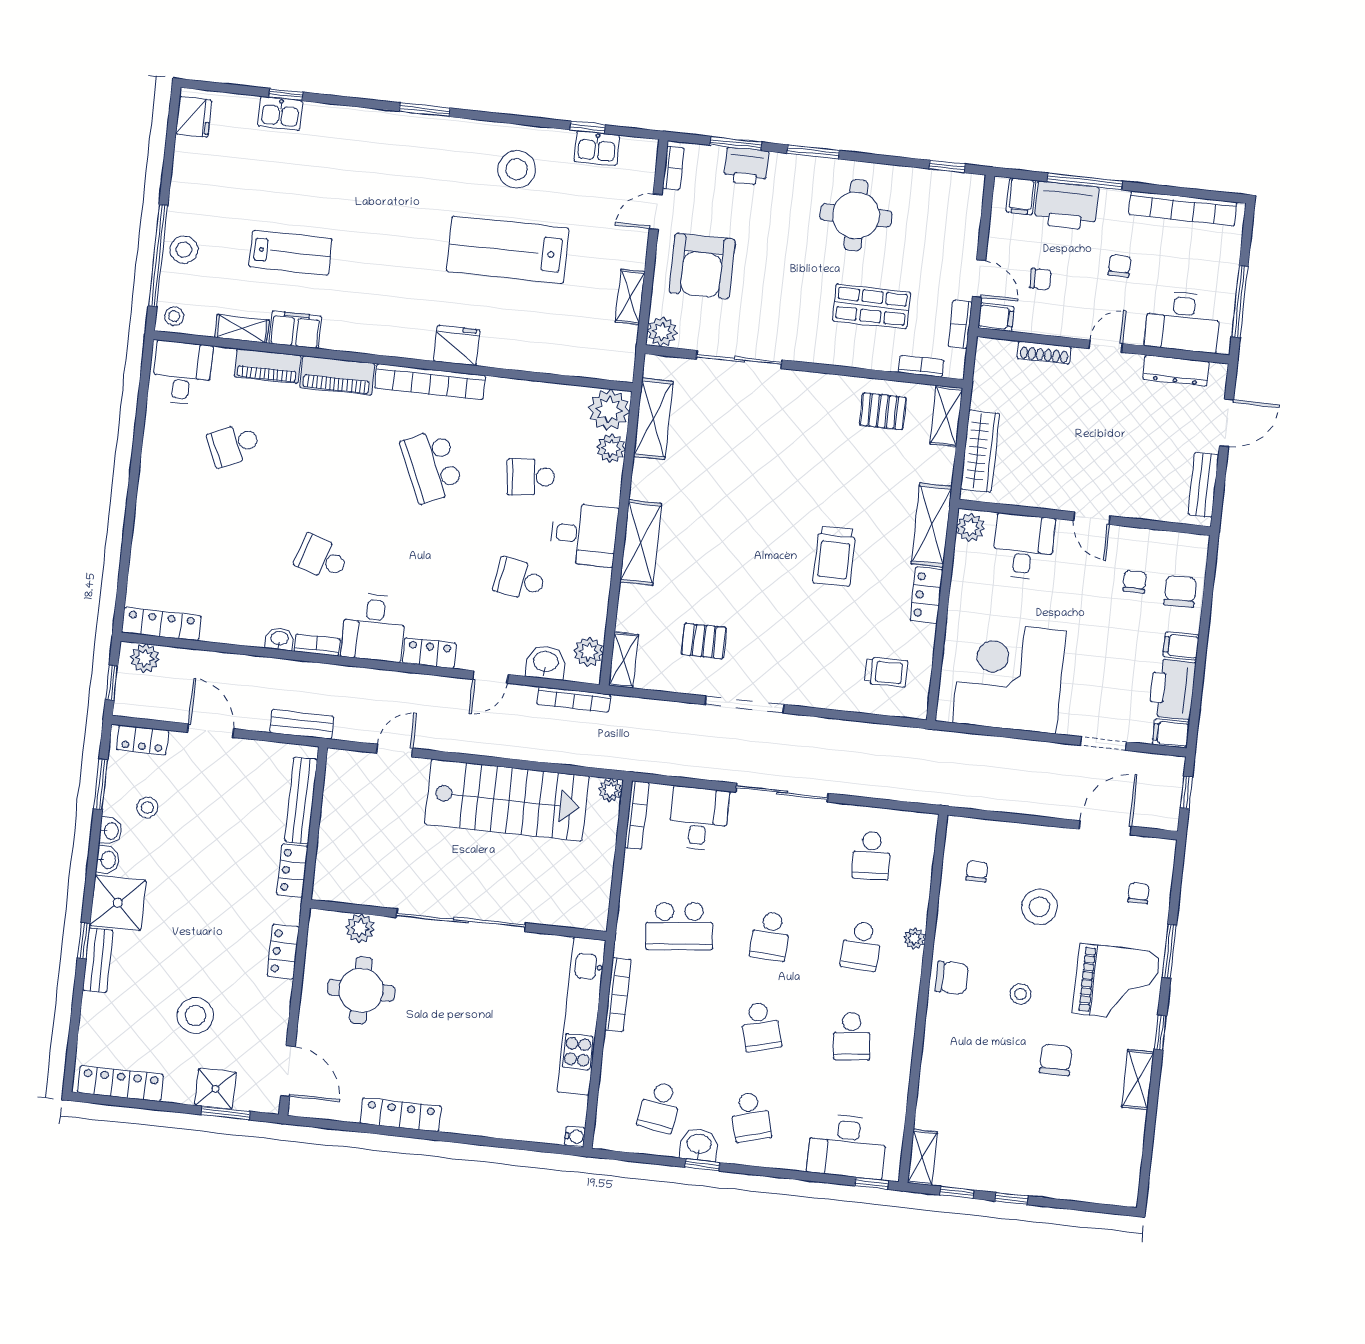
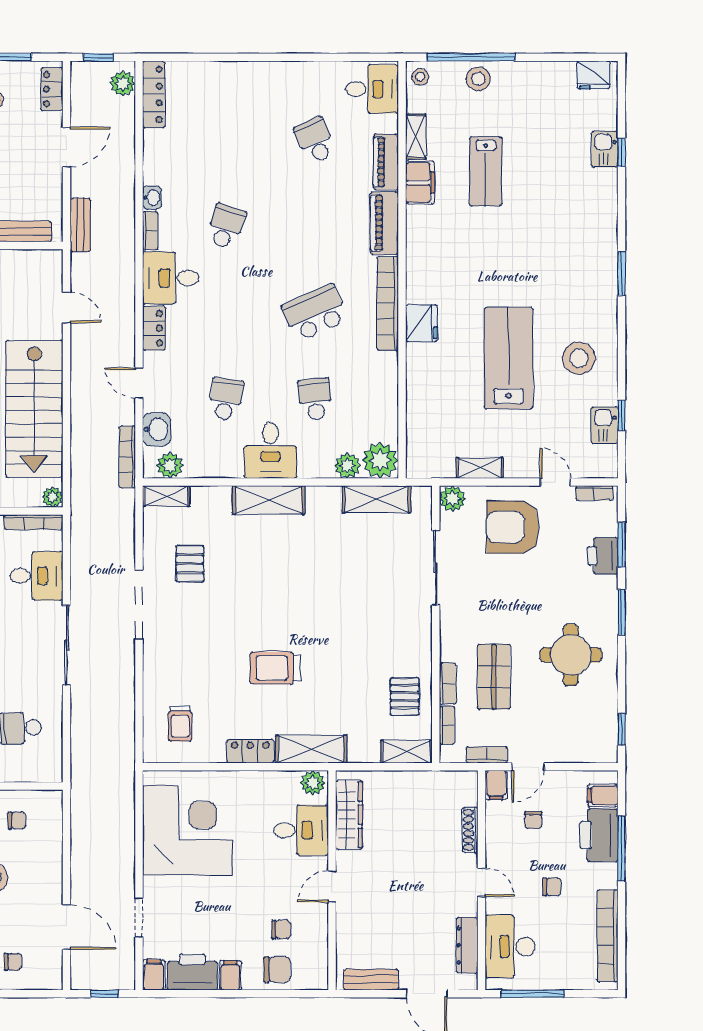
bookcase: (873, 360) -> (448, 684), added
wardrobe: (980, 451) -> (349, 815), moved, turned -90

